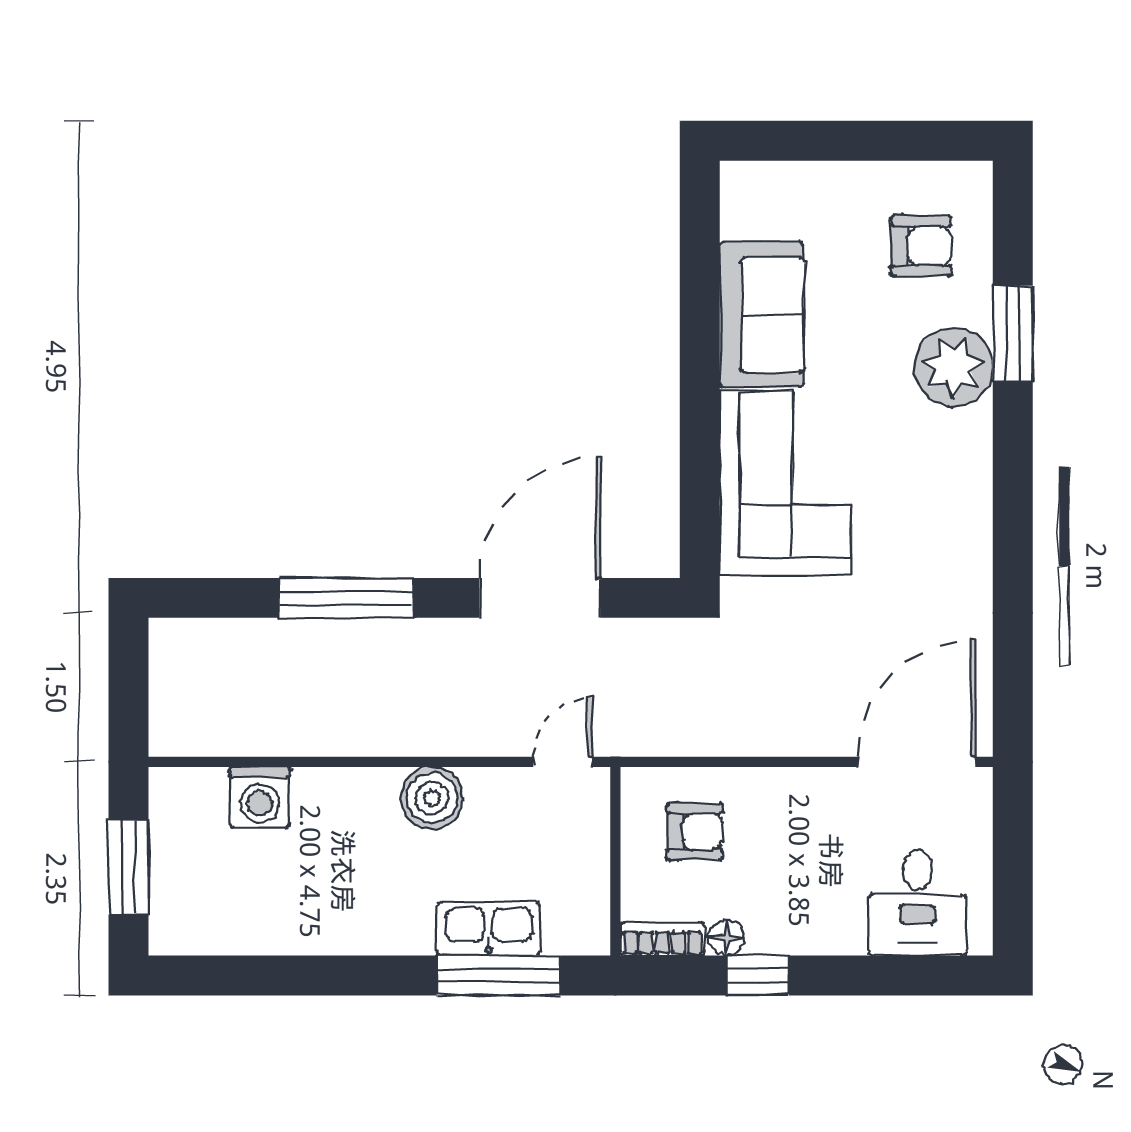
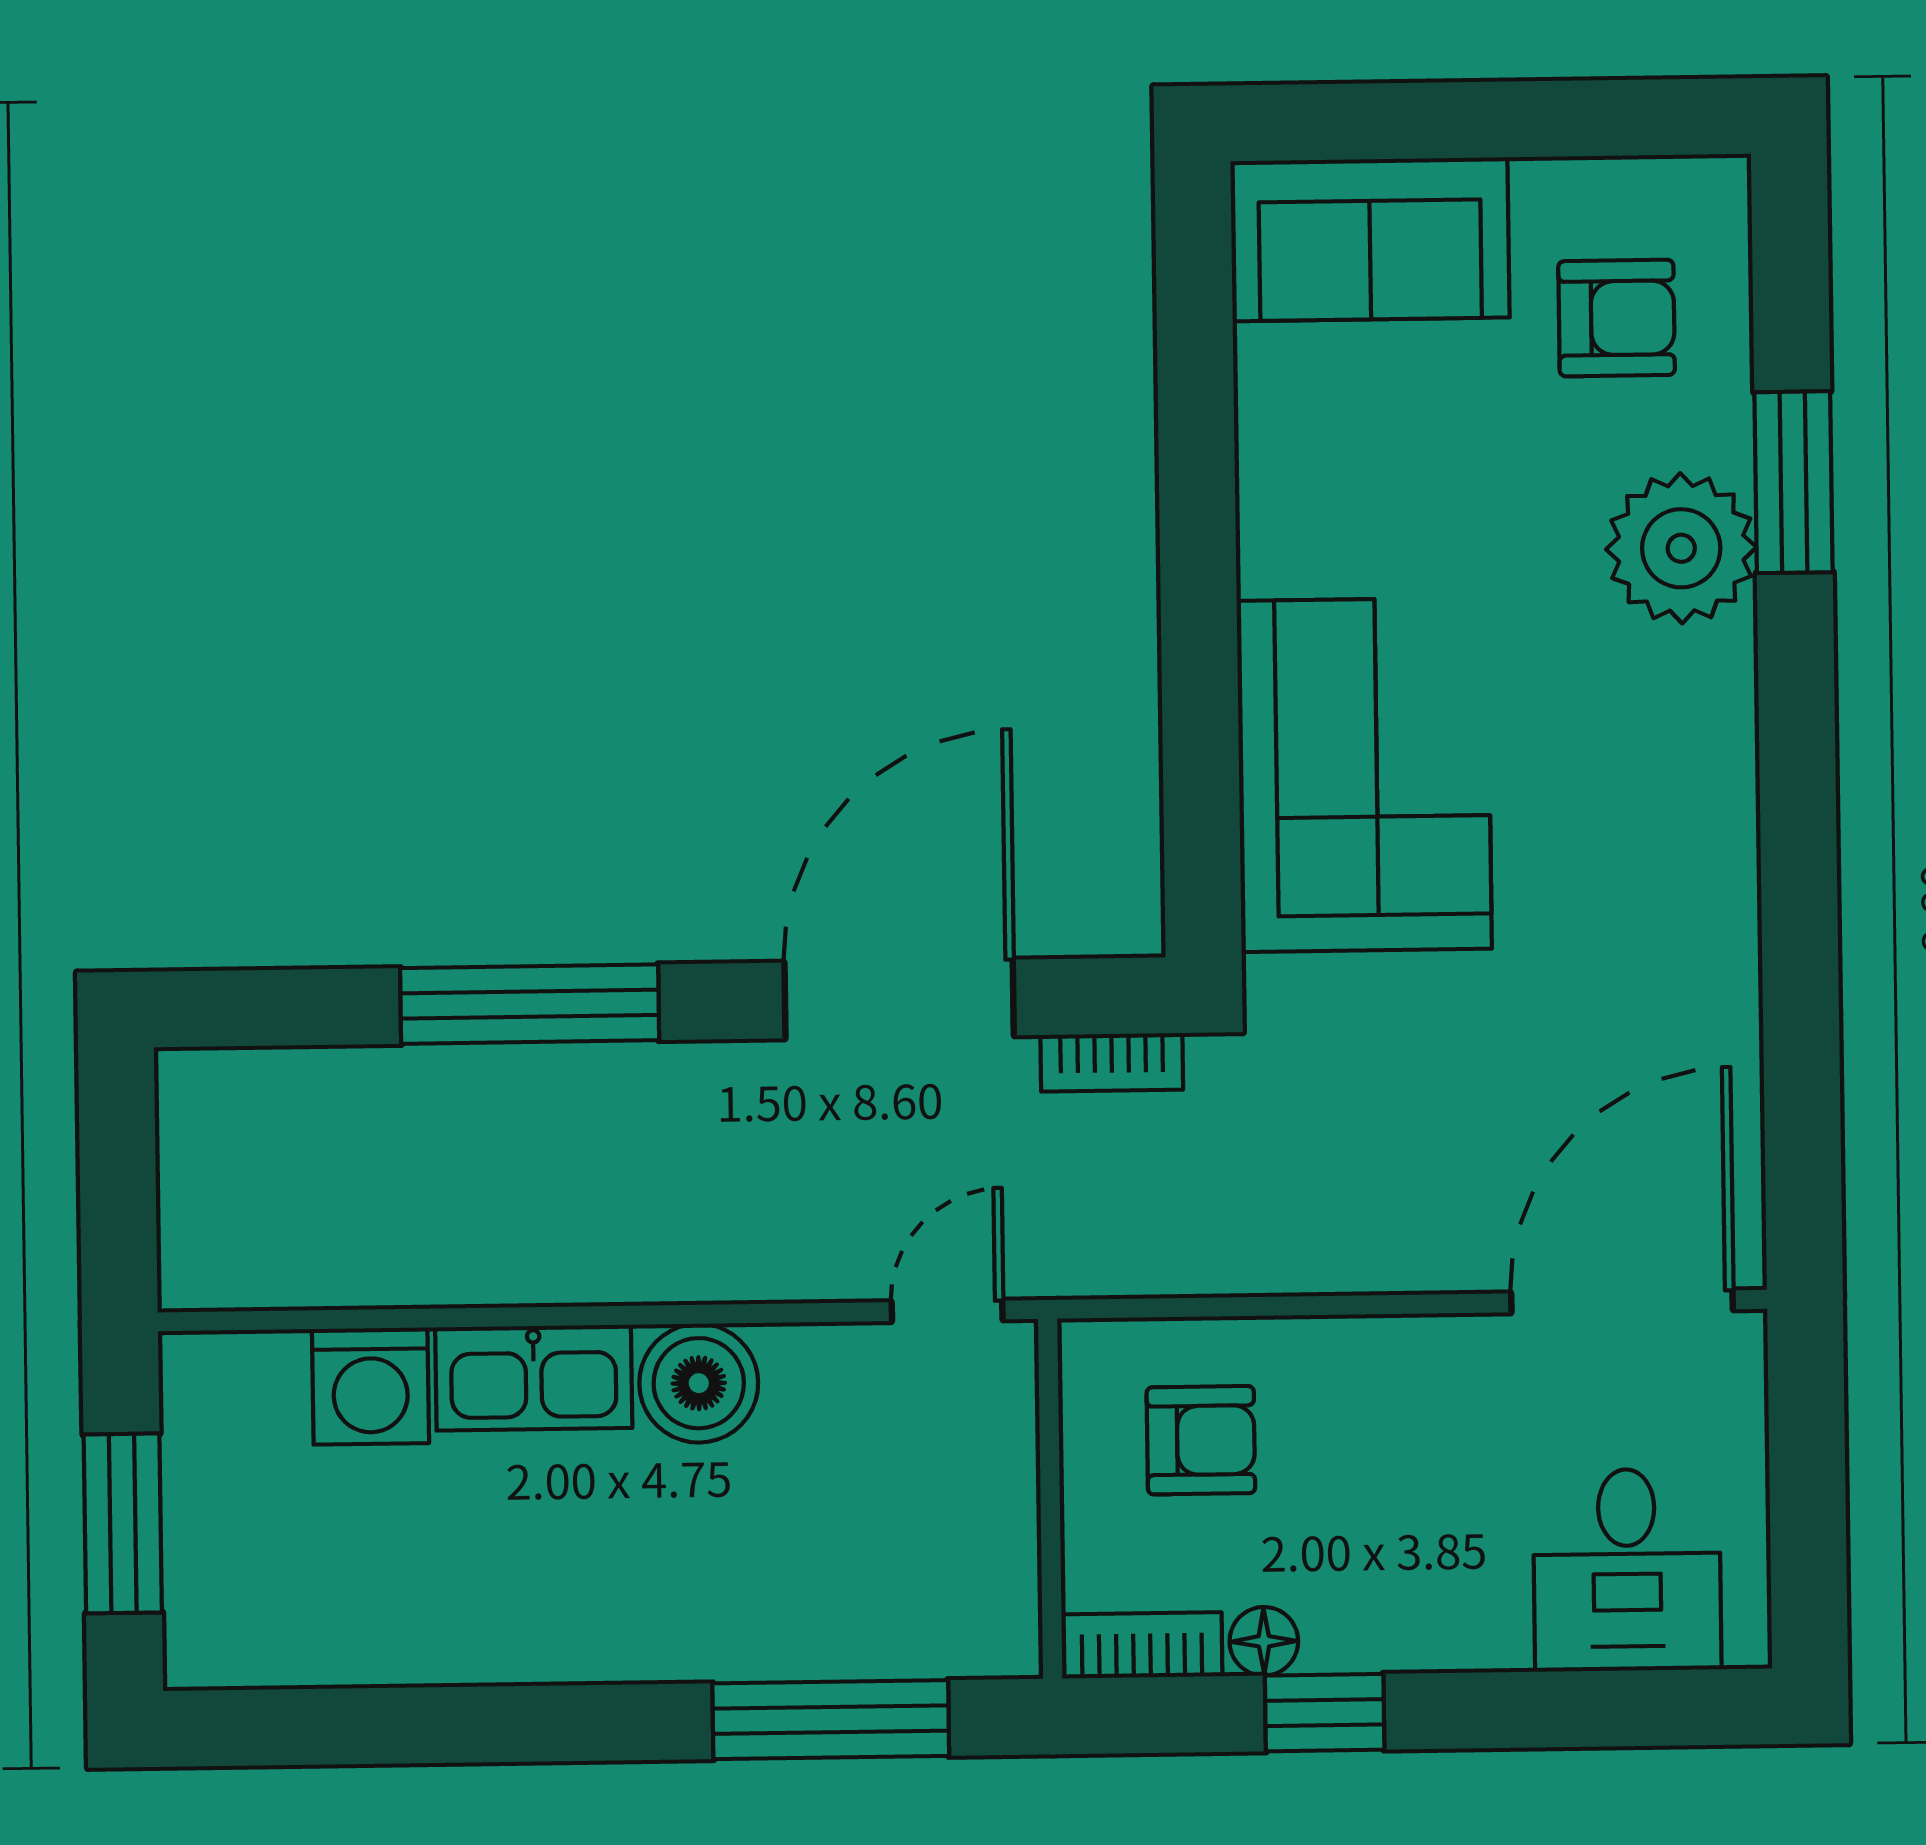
sofa: (762, 315) -> (1370, 239), moved, turned 90
bookcase: (651, 633) -> (1112, 1062), added
kitchen sink: (489, 928) -> (534, 1378), moved, turned 180

